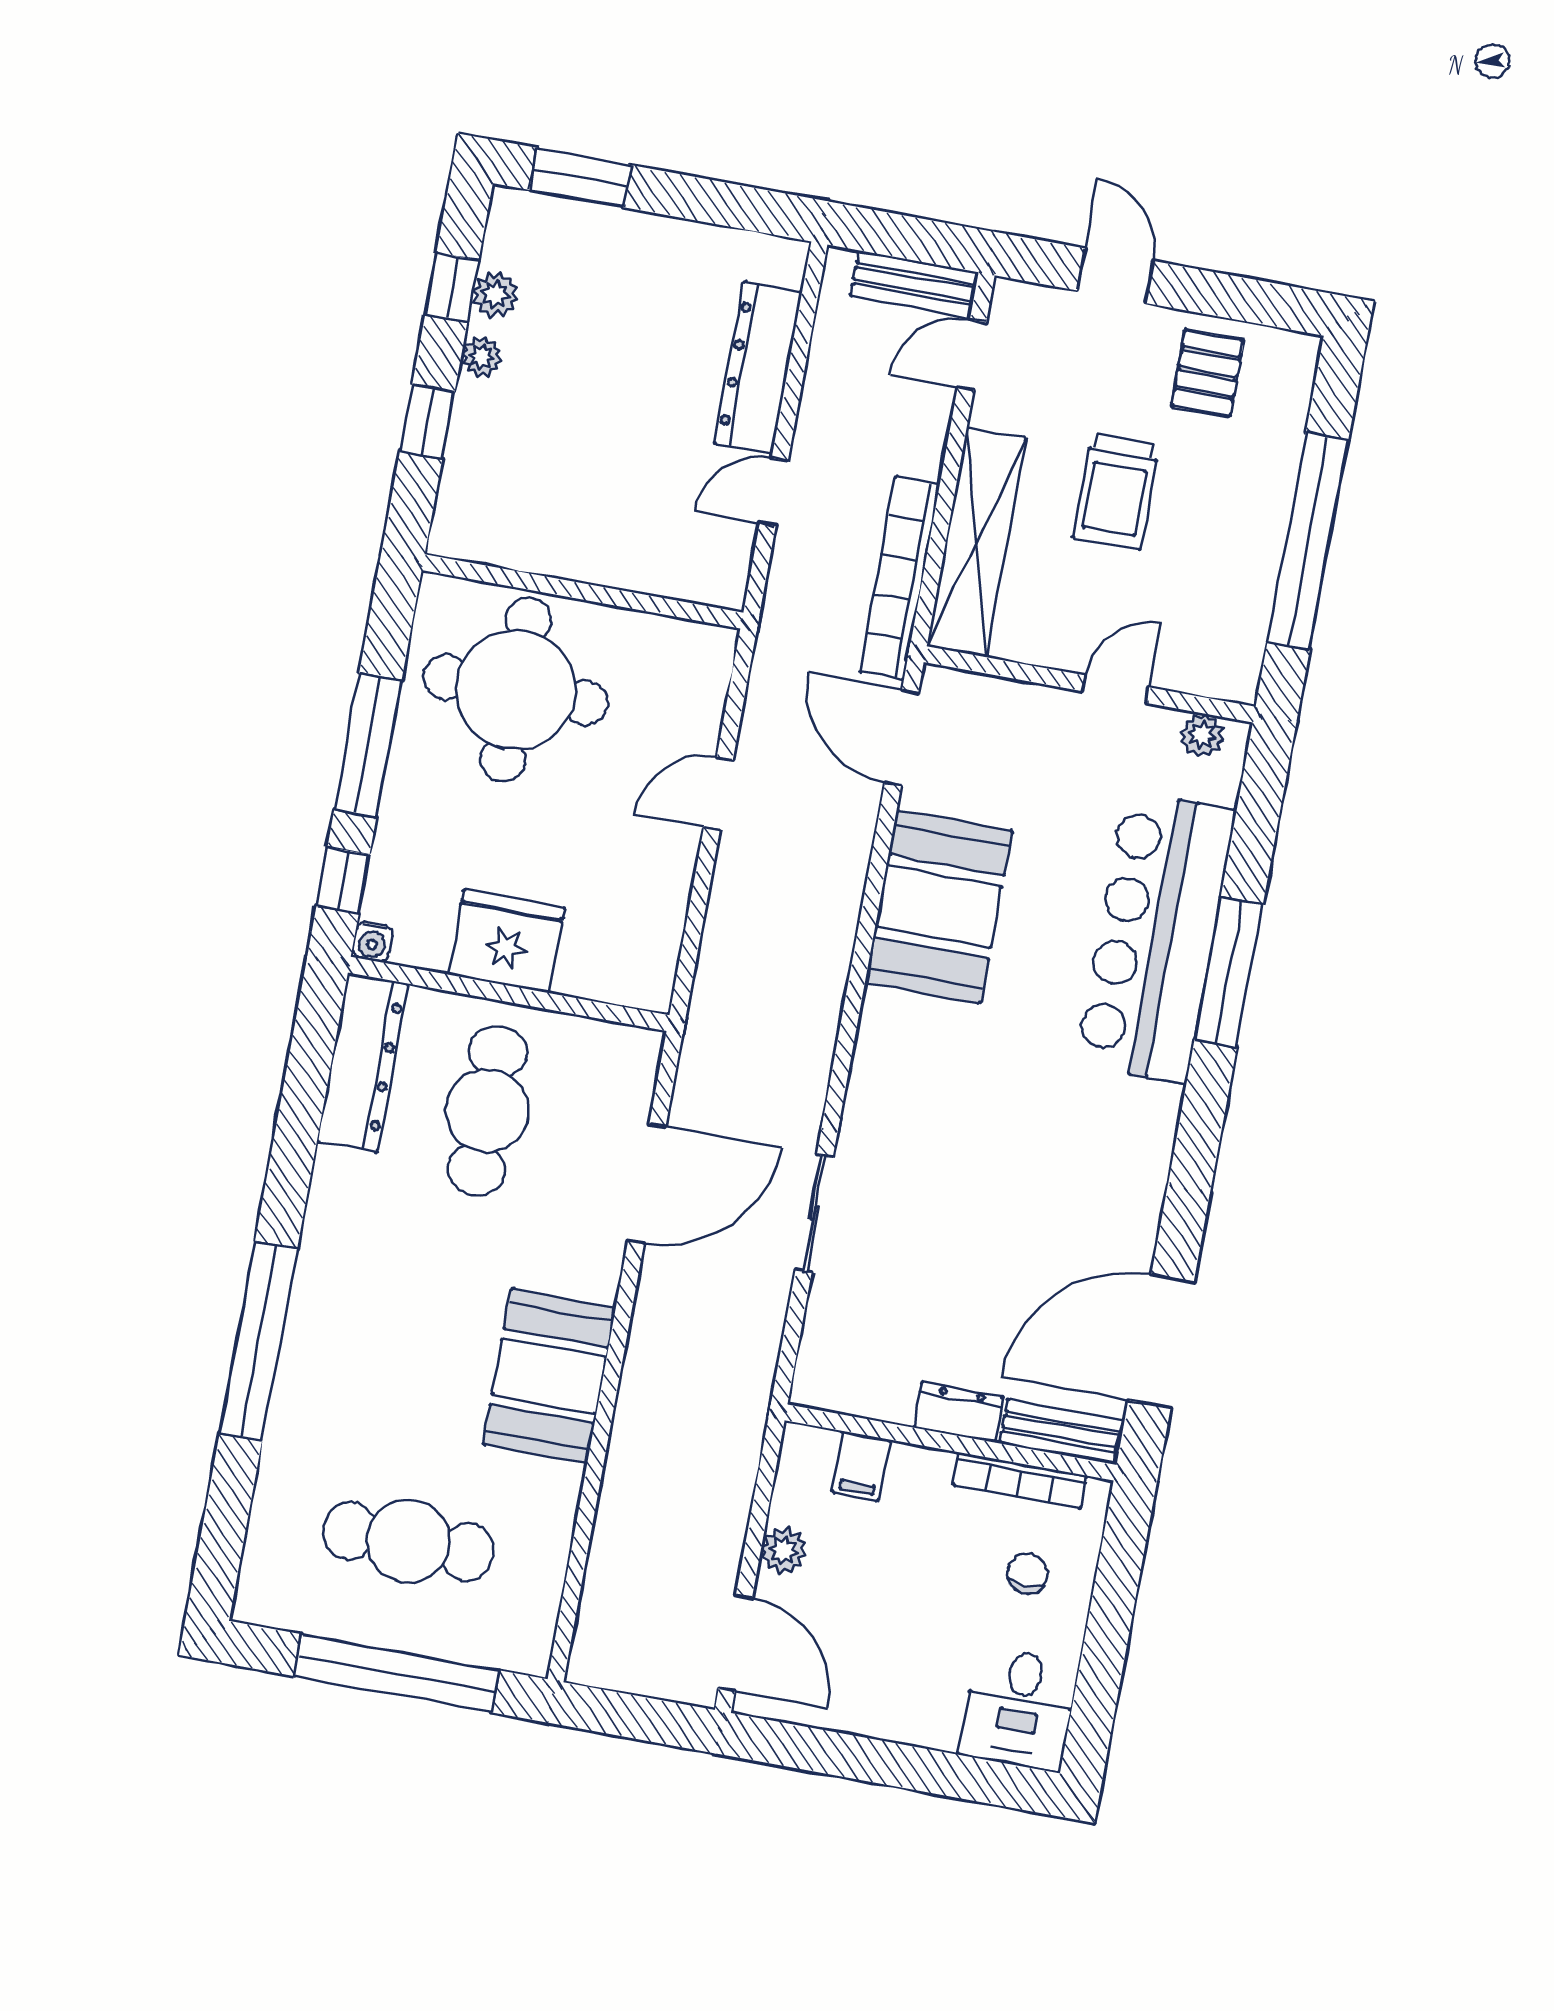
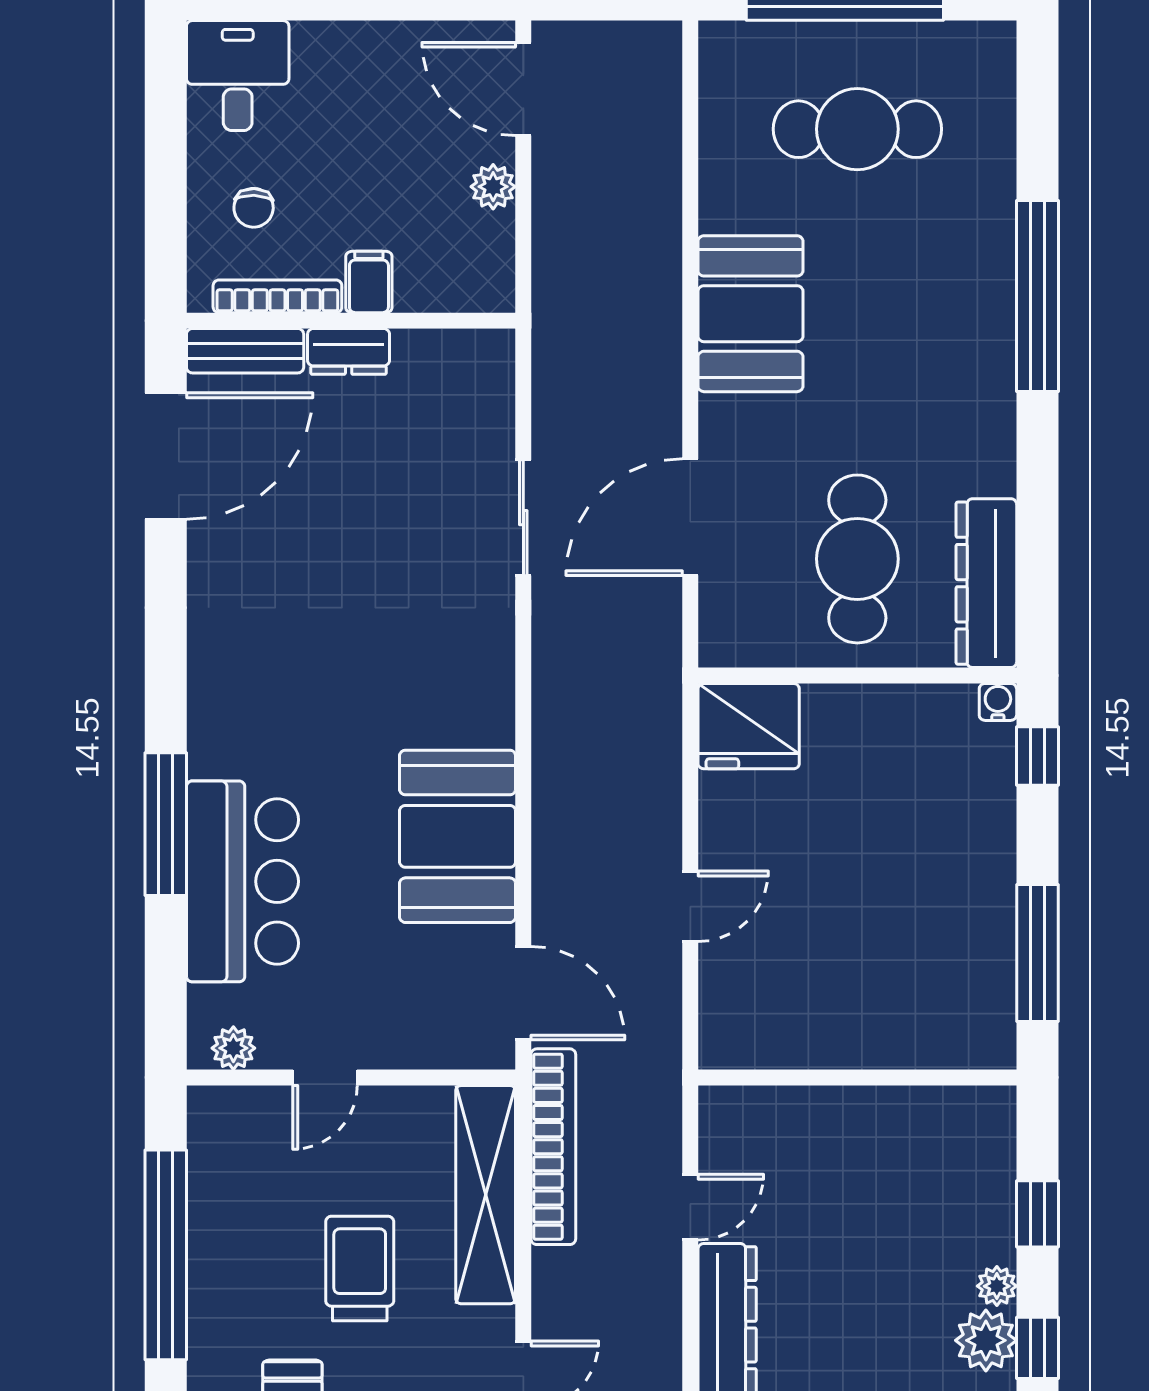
plant: (495, 294) -> (986, 1340), width x1.38, depth x1.38
round table: (516, 690) -> (904, 971), removed
window: (368, 745) -> (1037, 953), moved
bar counter: (1156, 937) -> (242, 881), width x0.73
fridge: (506, 941) -> (749, 726), moved
filing cabinet: (861, 1466) -> (369, 282), moved

